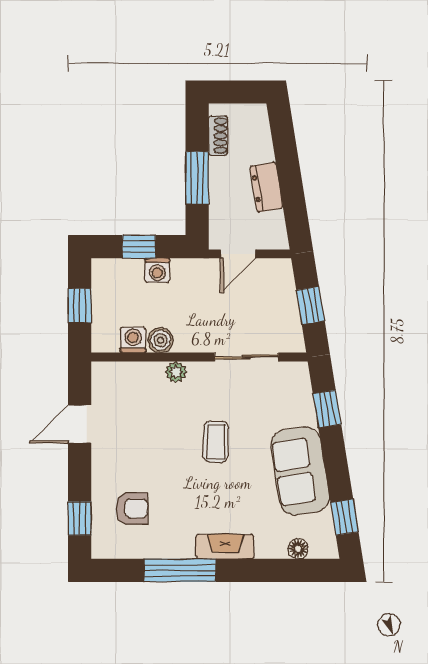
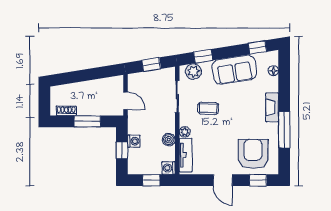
dresser: (266, 187) -> (92, 87), removed
washing machine: (133, 340) -> (169, 168), moved
tv unit: (130, 374) -> (186, 155), added
plant: (296, 389) -> (193, 72), added
door: (80, 424) -> (223, 180), moved
coffee table: (216, 442) -> (208, 108), moved
armchair: (132, 508) -> (253, 154), width x1.88, depth x1.88

